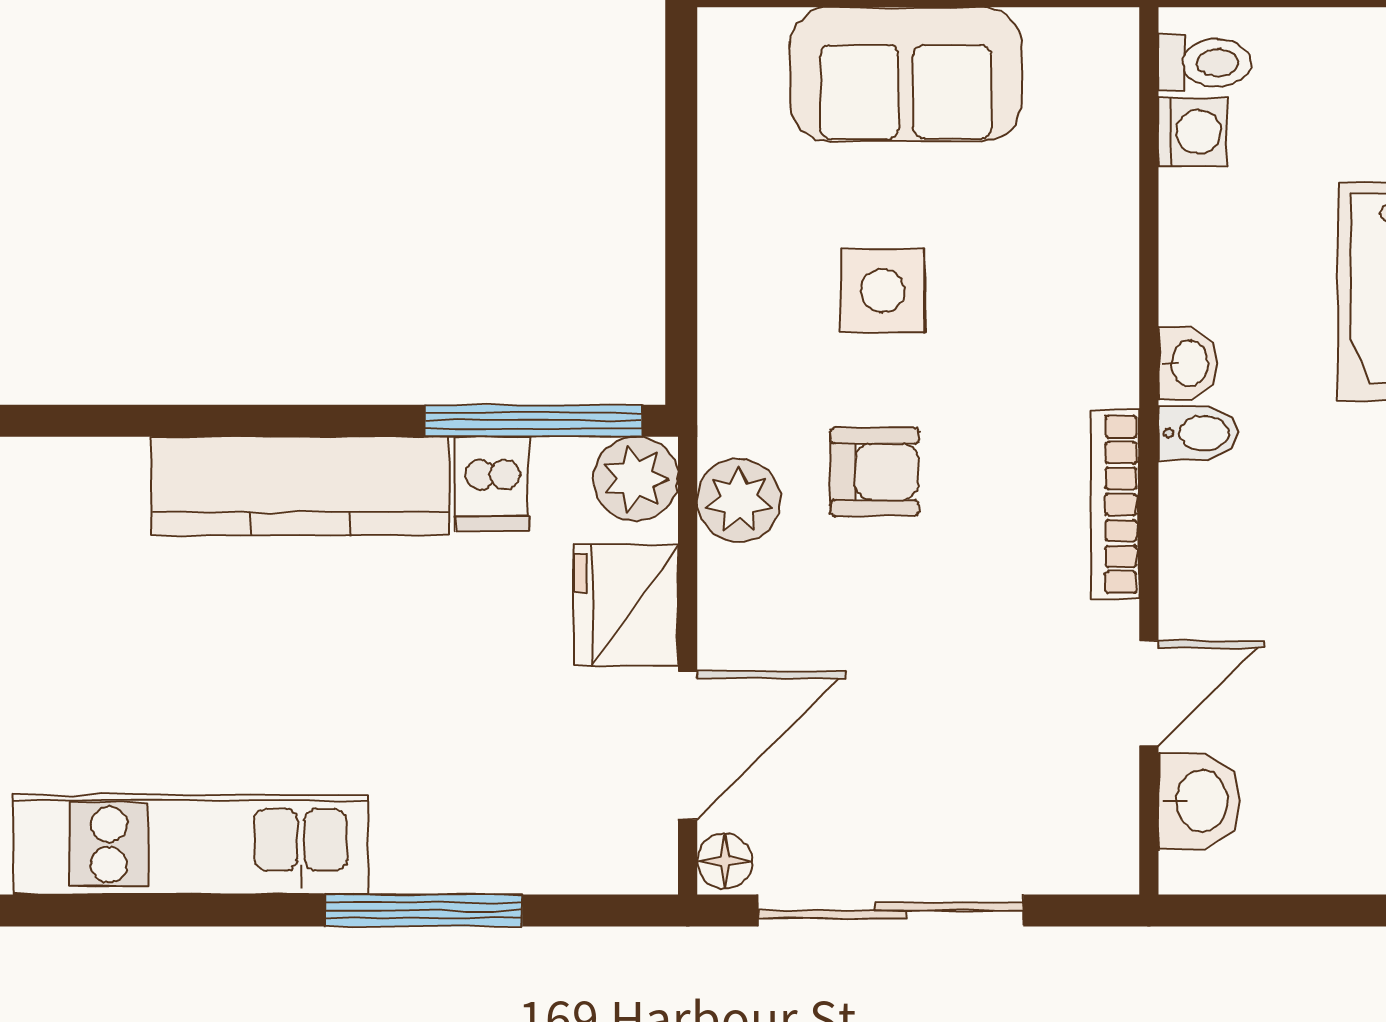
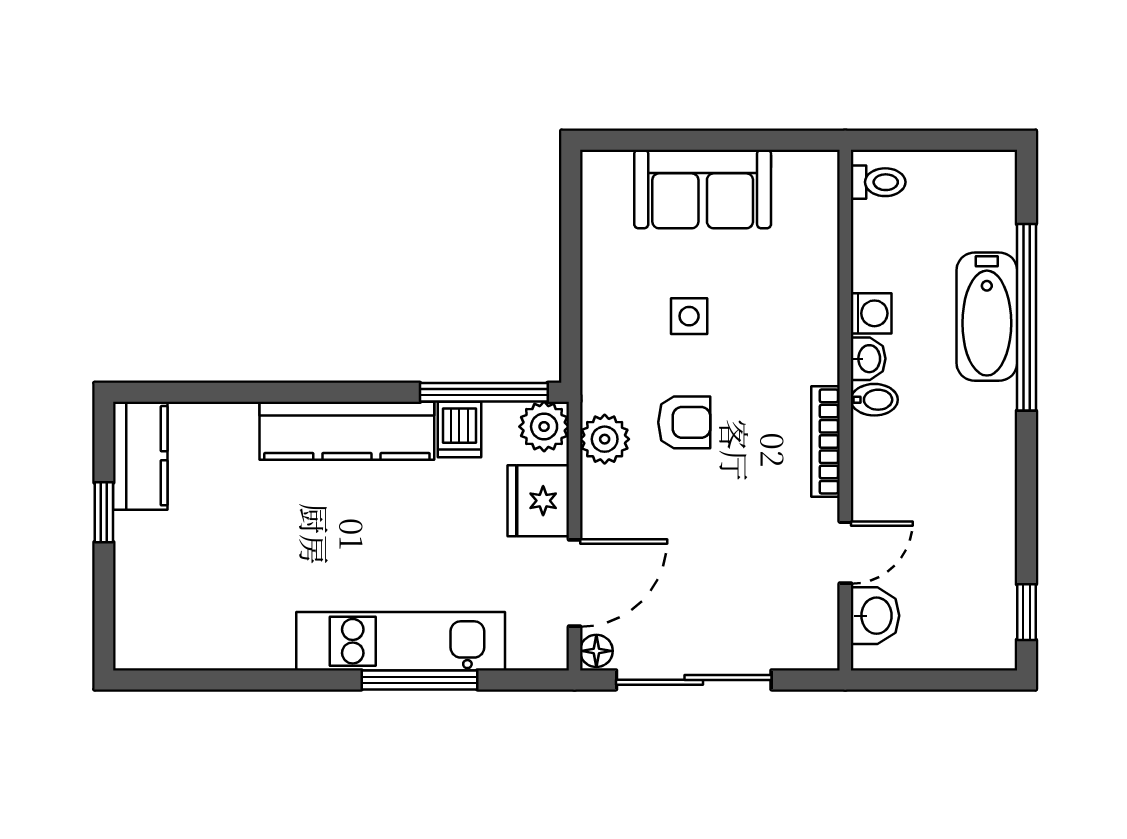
washing machine: (1193, 132) -> (871, 313), moved
side table: (883, 291) -> (689, 316), width x0.73, depth x0.73
kitchen unit: (191, 845) -> (401, 641), moved

